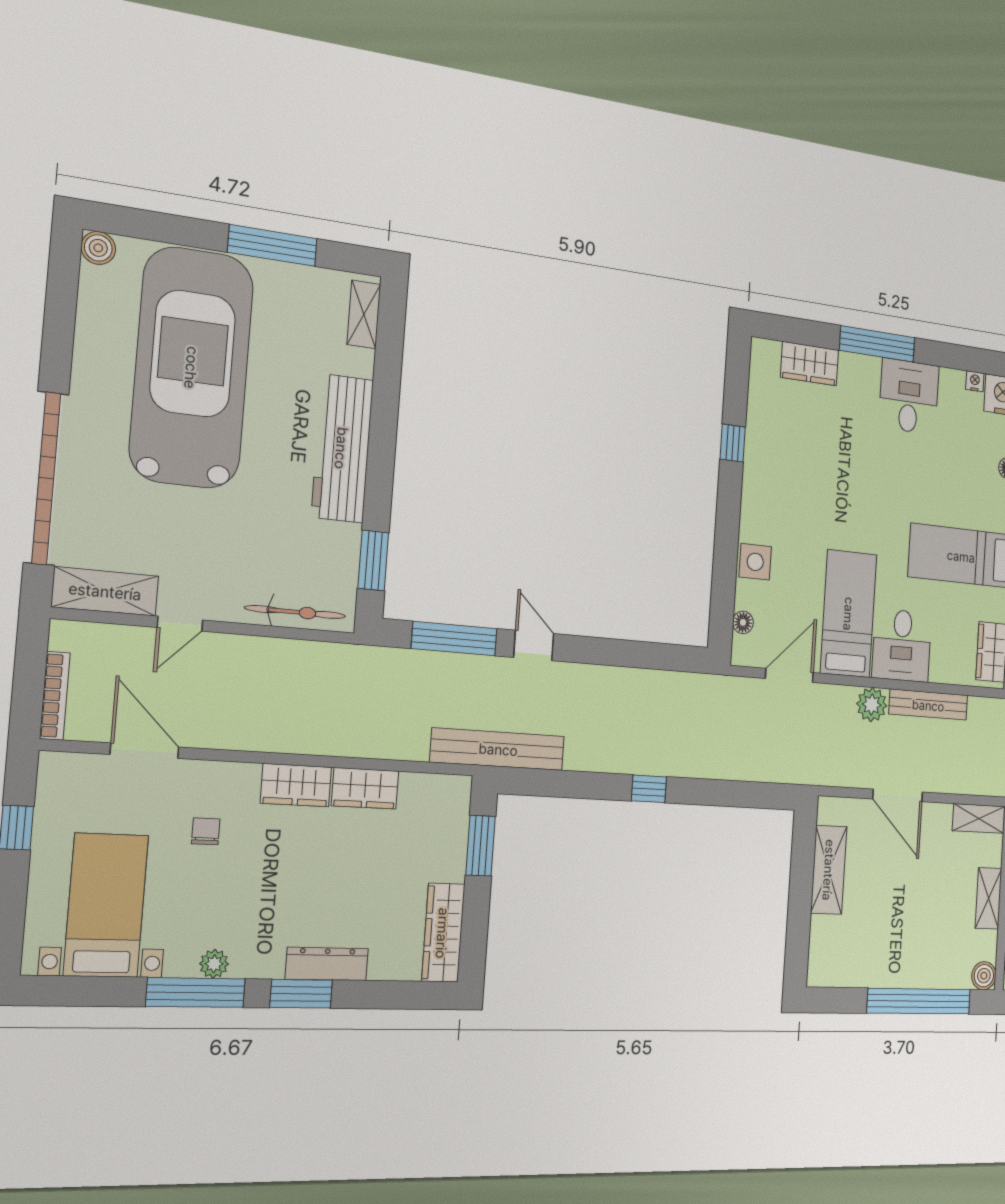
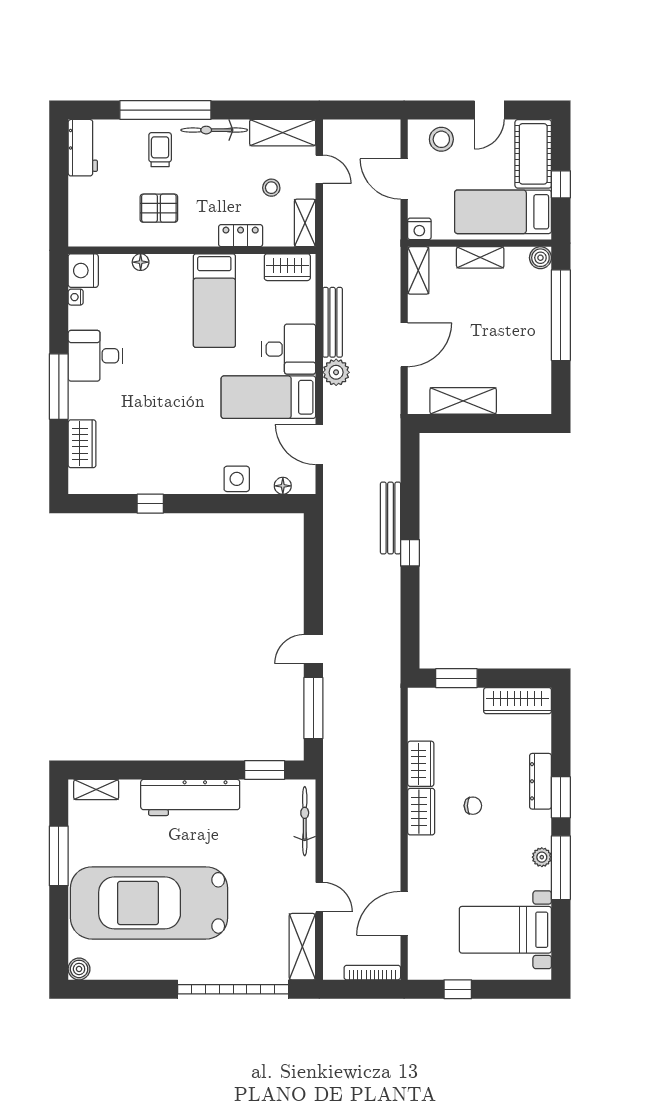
bench: (498, 749) -> (391, 518), moved, width x0.73, depth x0.82
chair: (206, 831) -> (473, 806), moved, turned 180

